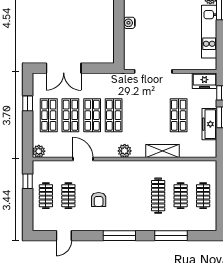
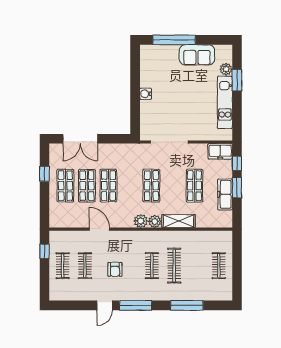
shop shelf: (114, 115) -> (151, 186), moved
plant: (39, 151) -> (155, 221), moved
clothes rail: (181, 196) -> (152, 266), moved
door: (64, 236) -> (105, 305), moved

